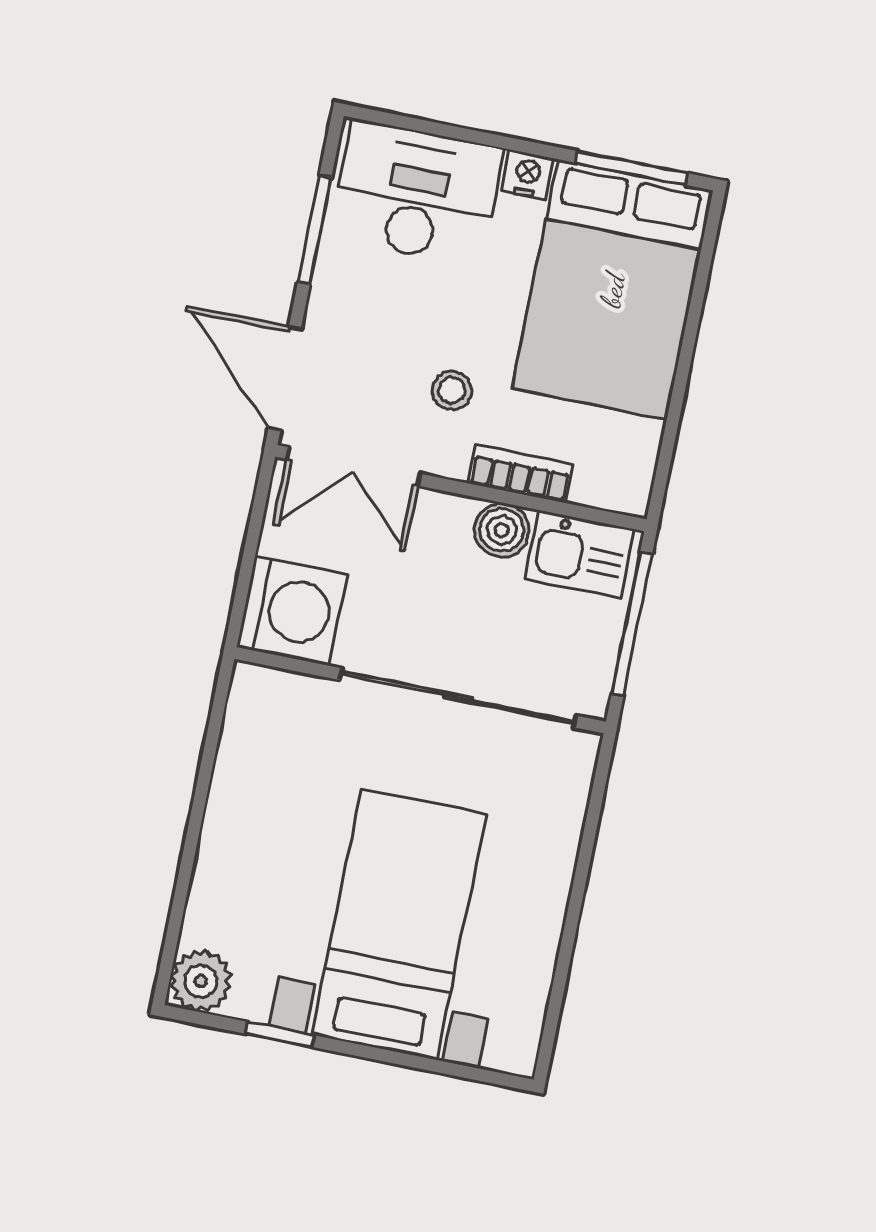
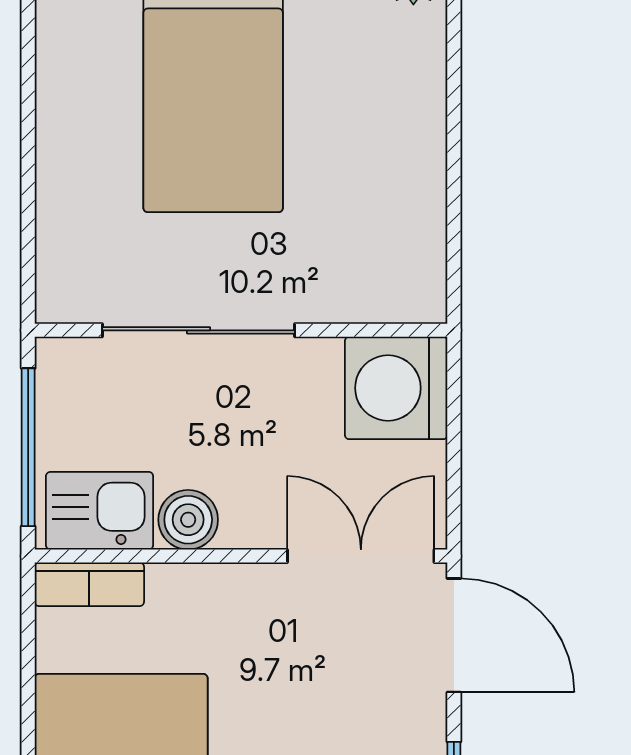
stool: (452, 390) -> (272, 659), removed
bookcase: (520, 474) -> (89, 584), moved
sliding door: (458, 698) -> (199, 330), width x0.73

